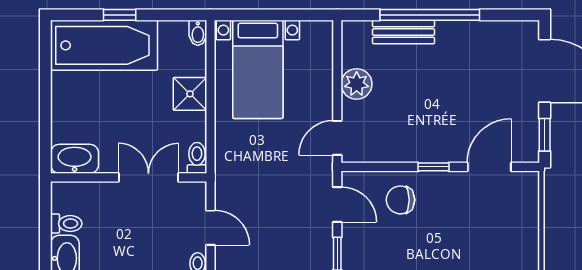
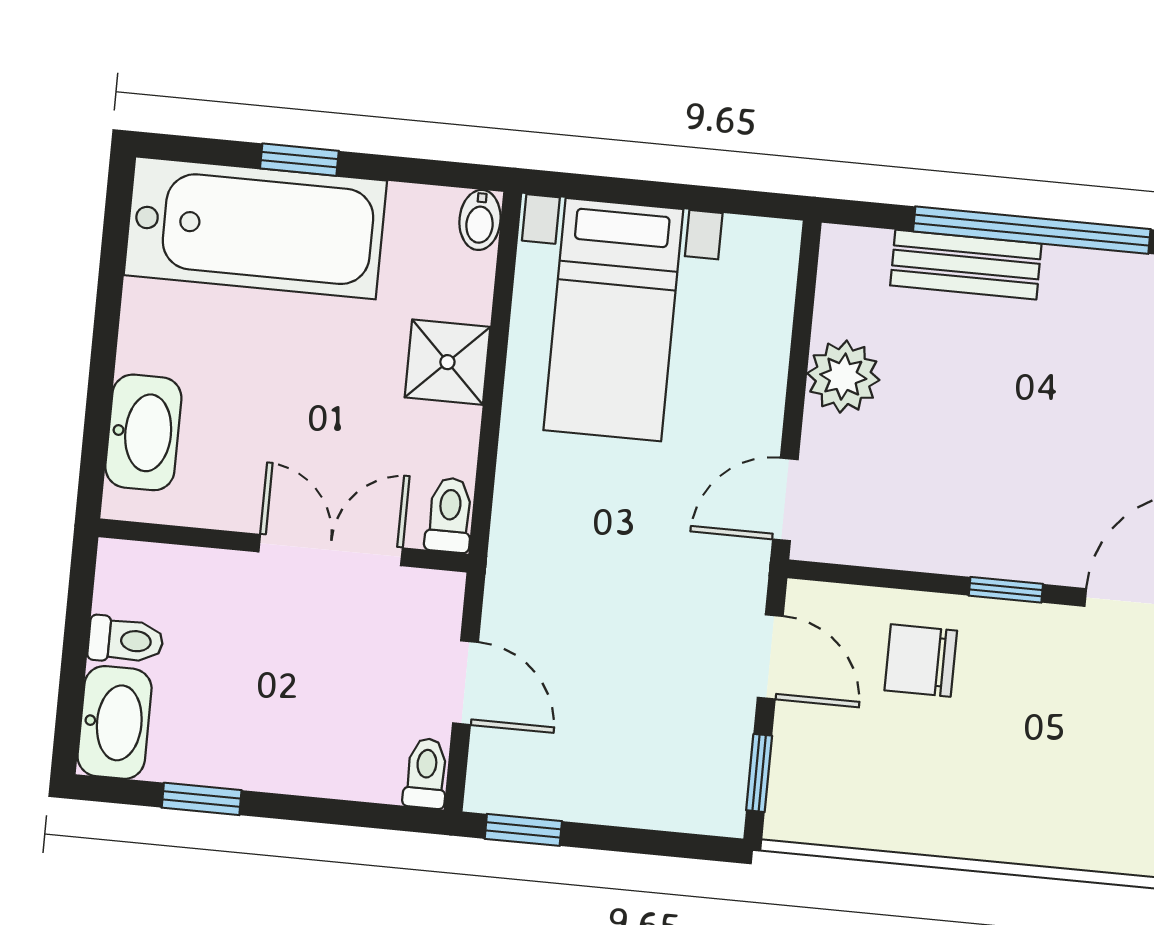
washbasin: (75, 159) -> (143, 432), moved, turned 90

